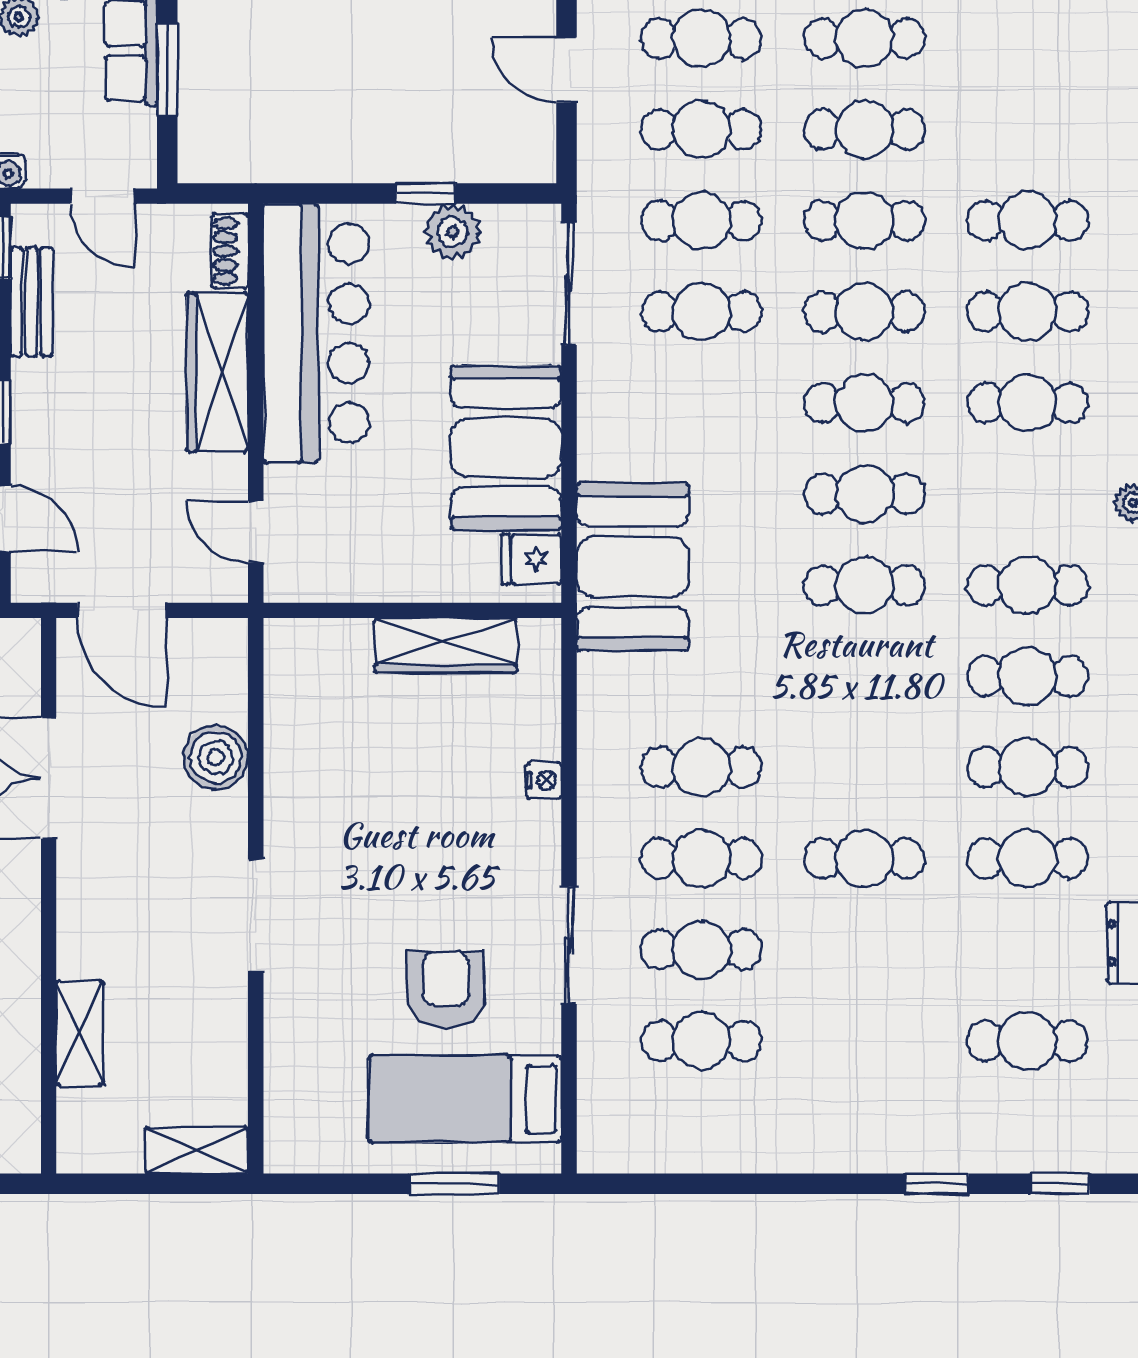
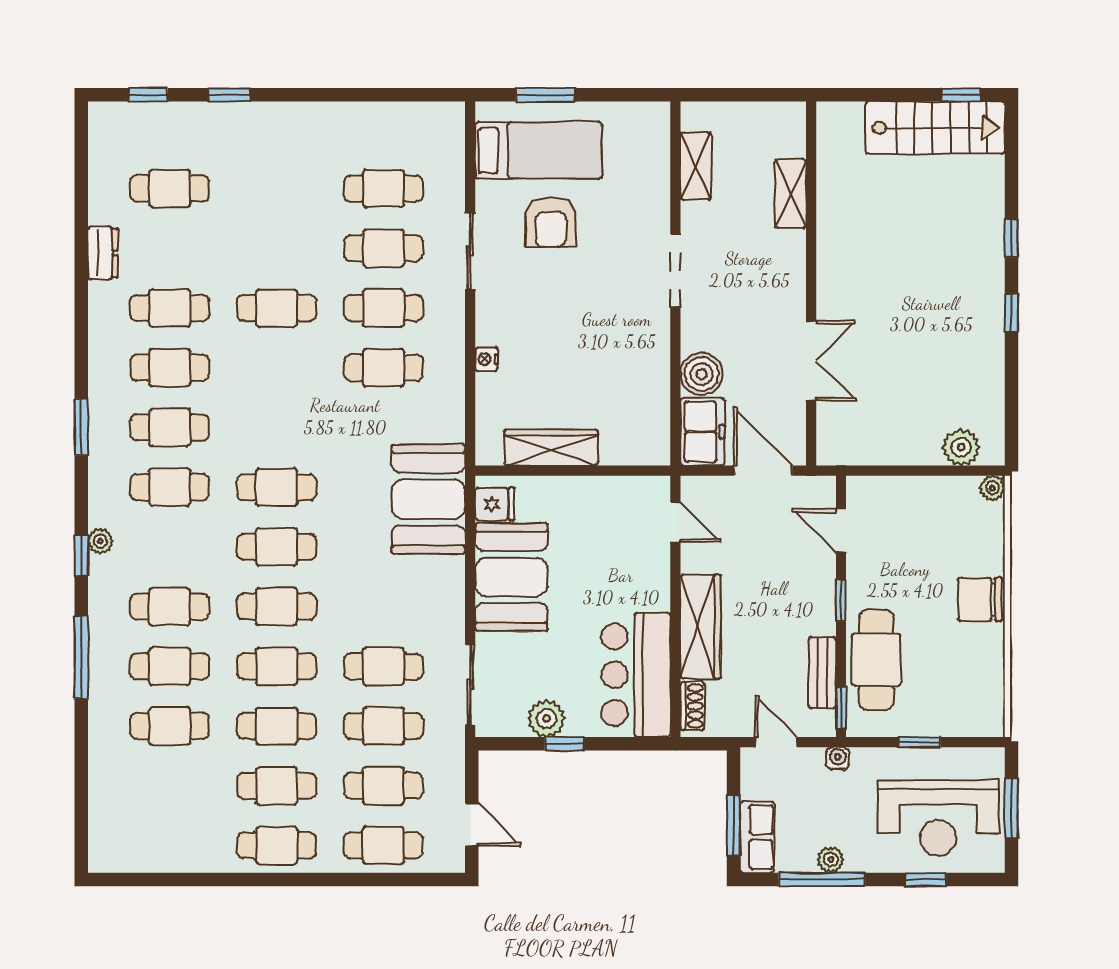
bar counter: (316, 333) -> (636, 675), width x0.73
freezer: (215, 670) -> (702, 432), added
shelving: (196, 1150) -> (696, 166), moved, turned 90

